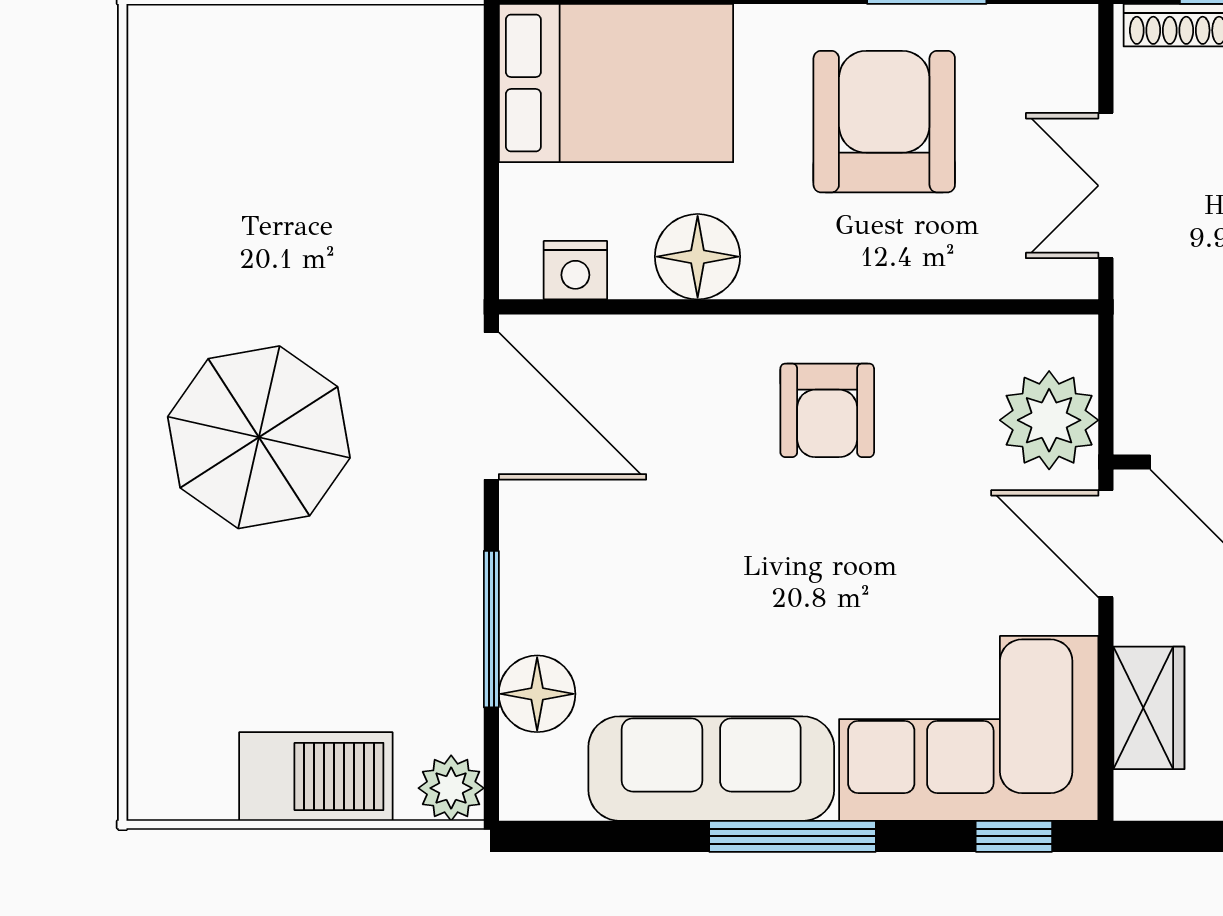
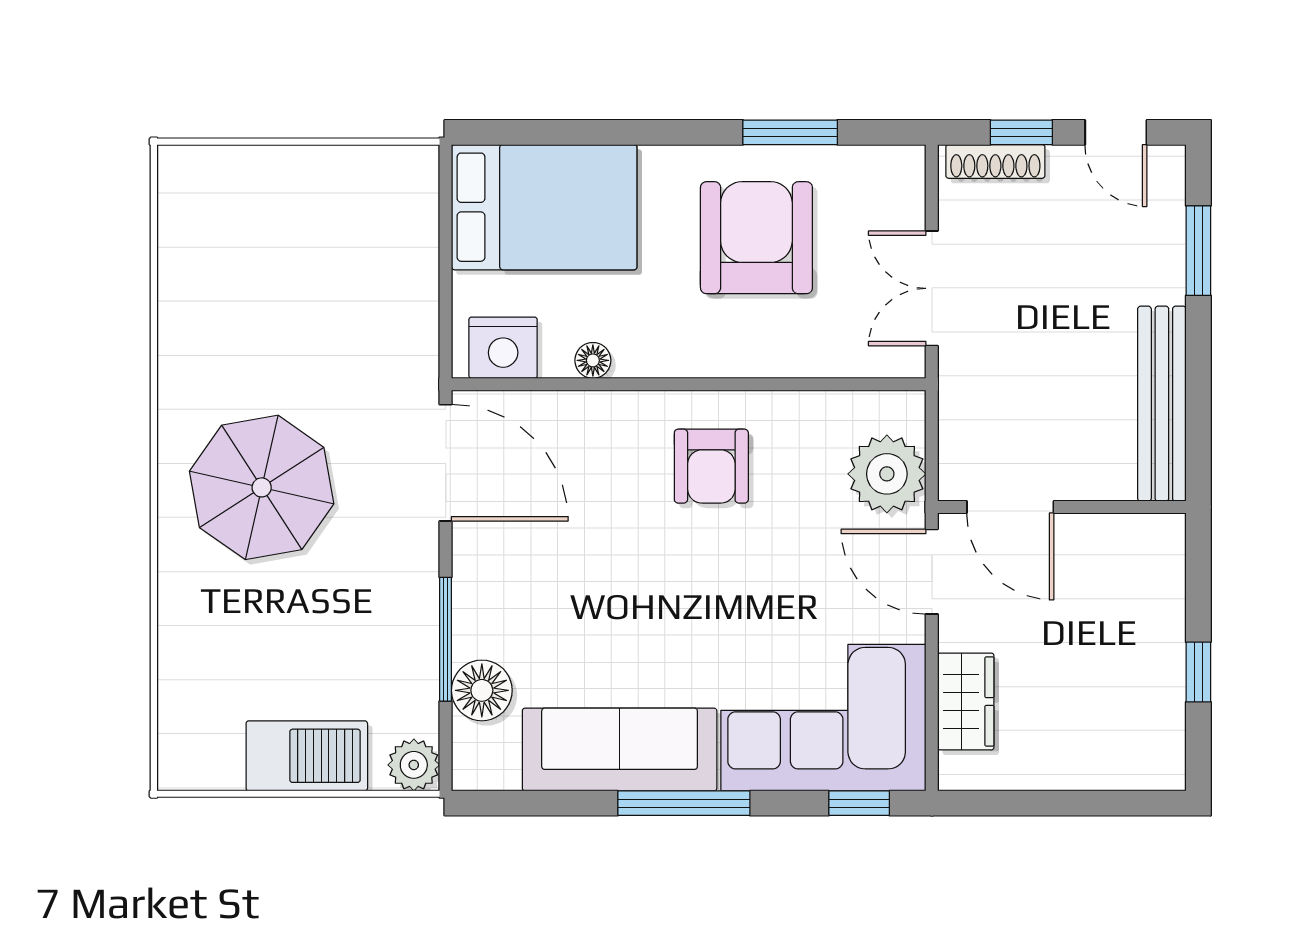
floor lamp: (698, 257) -> (593, 360), width x0.53, depth x0.53
nightstand: (575, 270) -> (503, 348), width x1.36, depth x1.33

